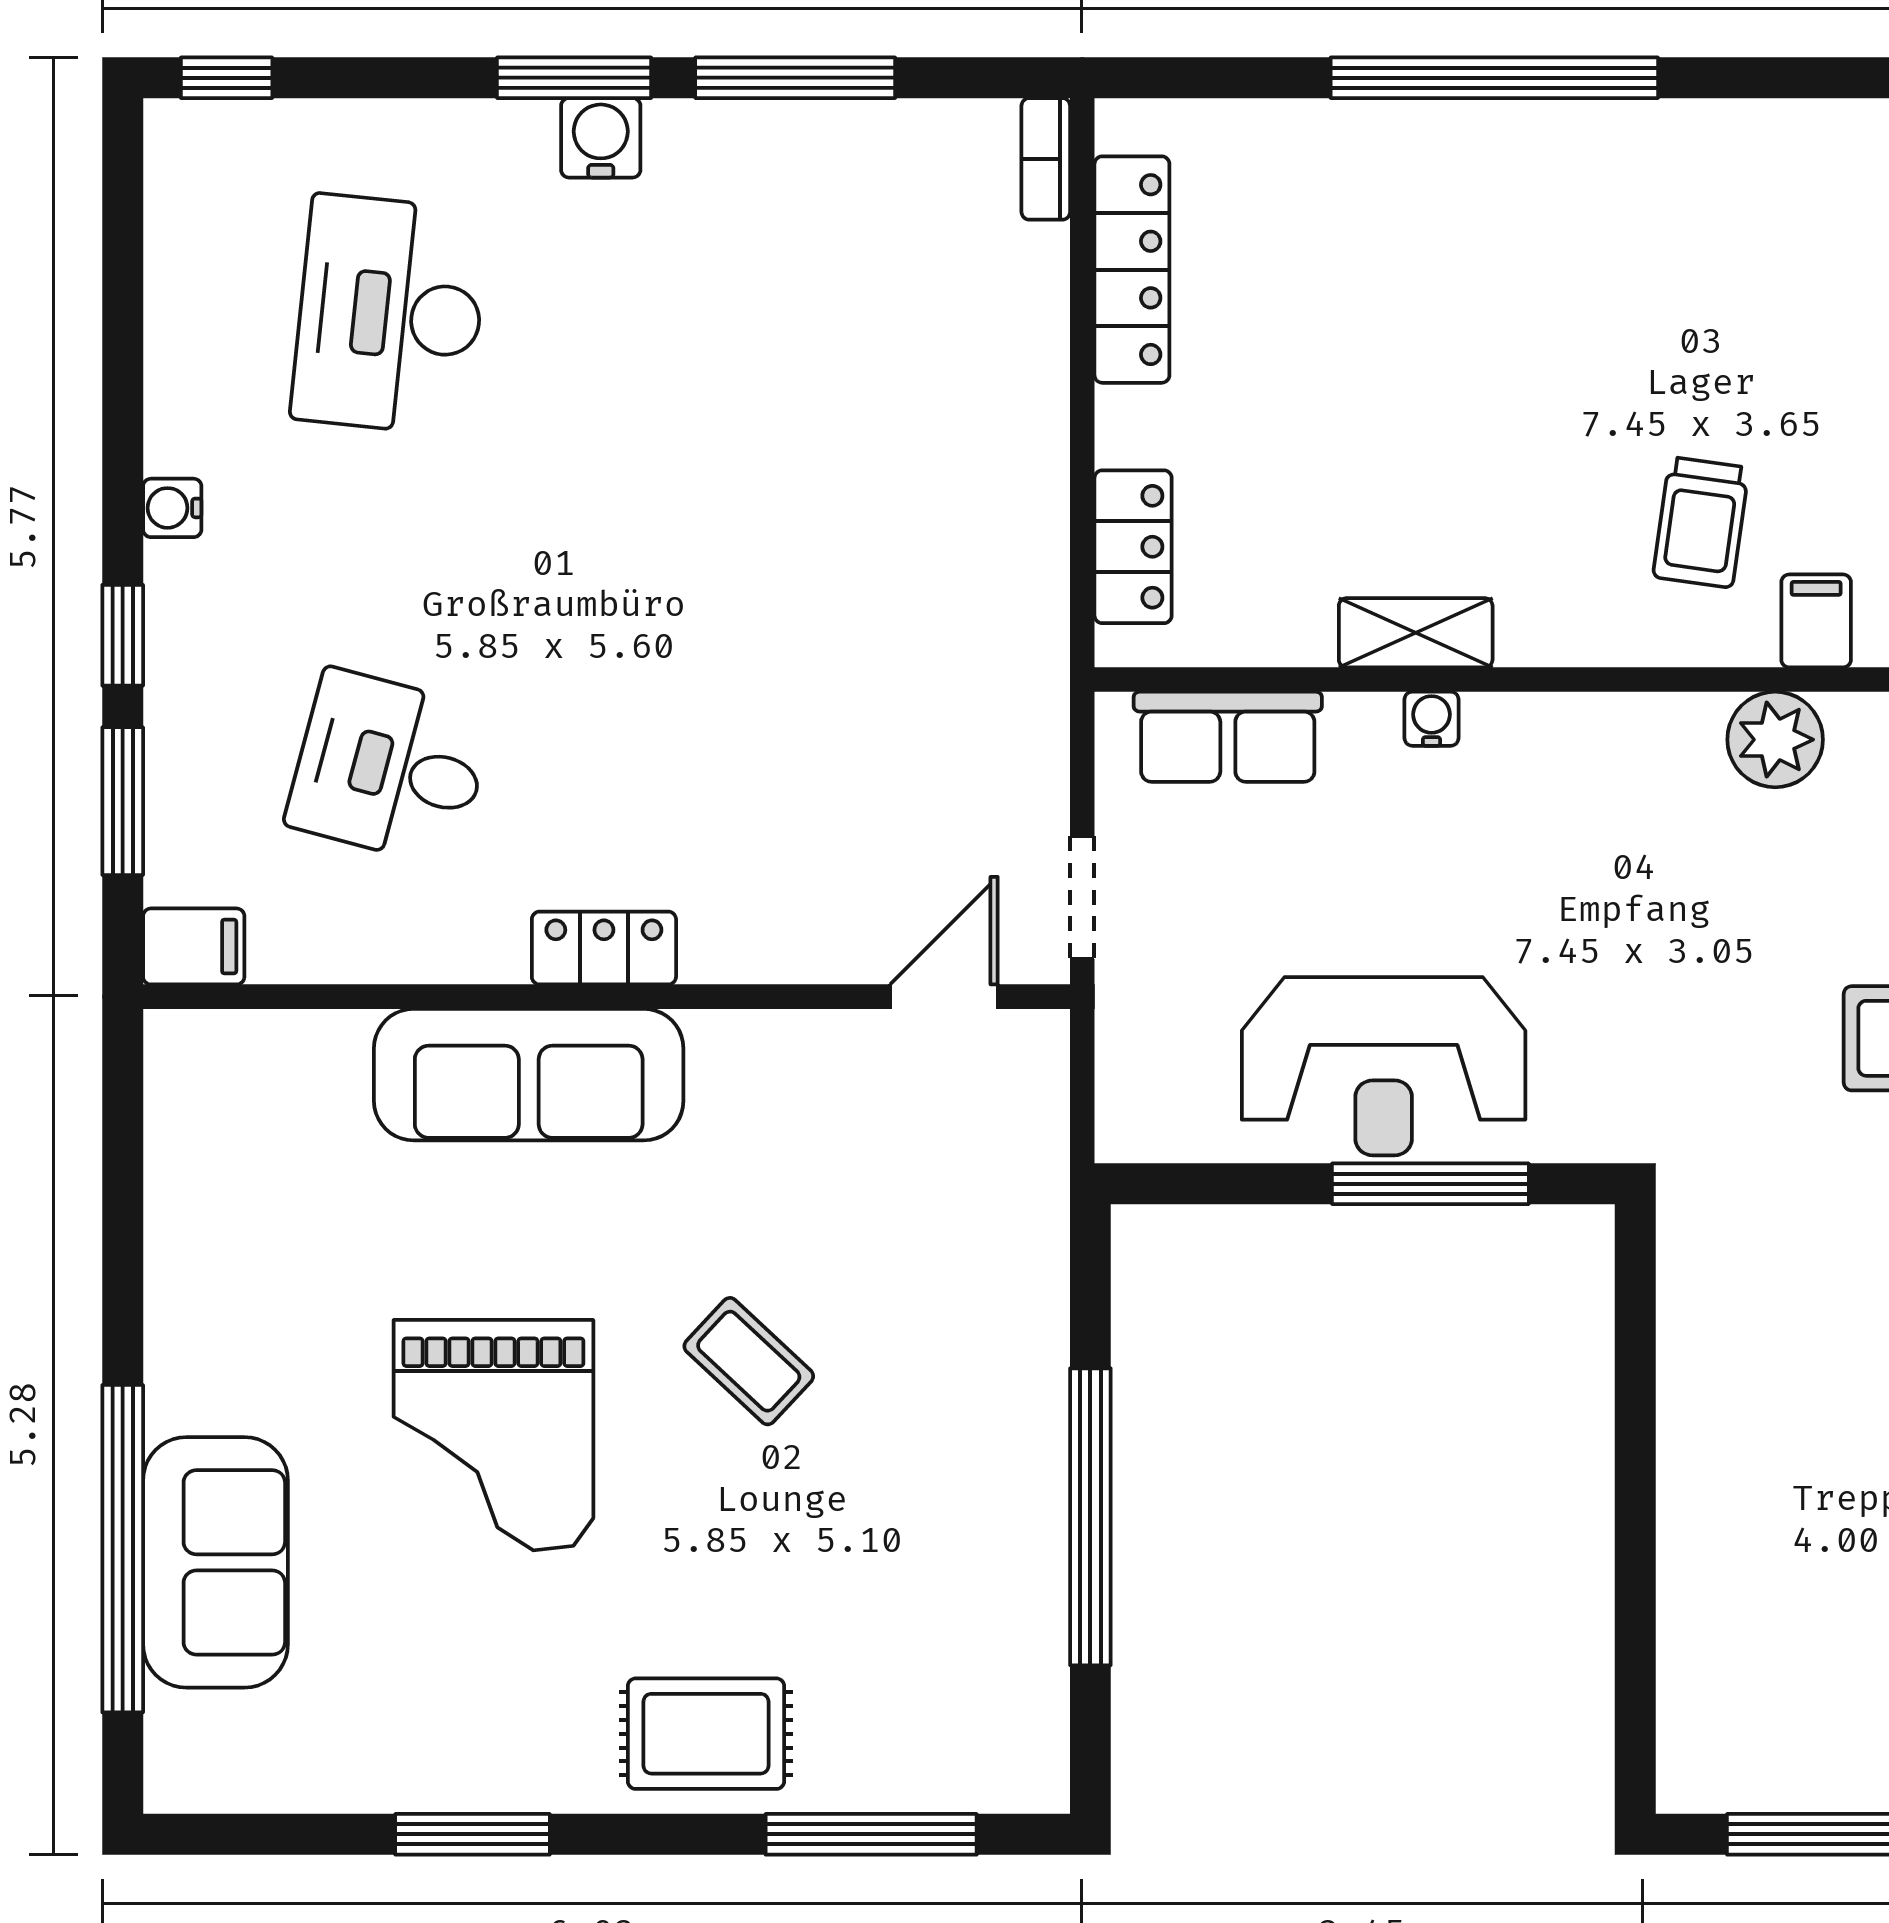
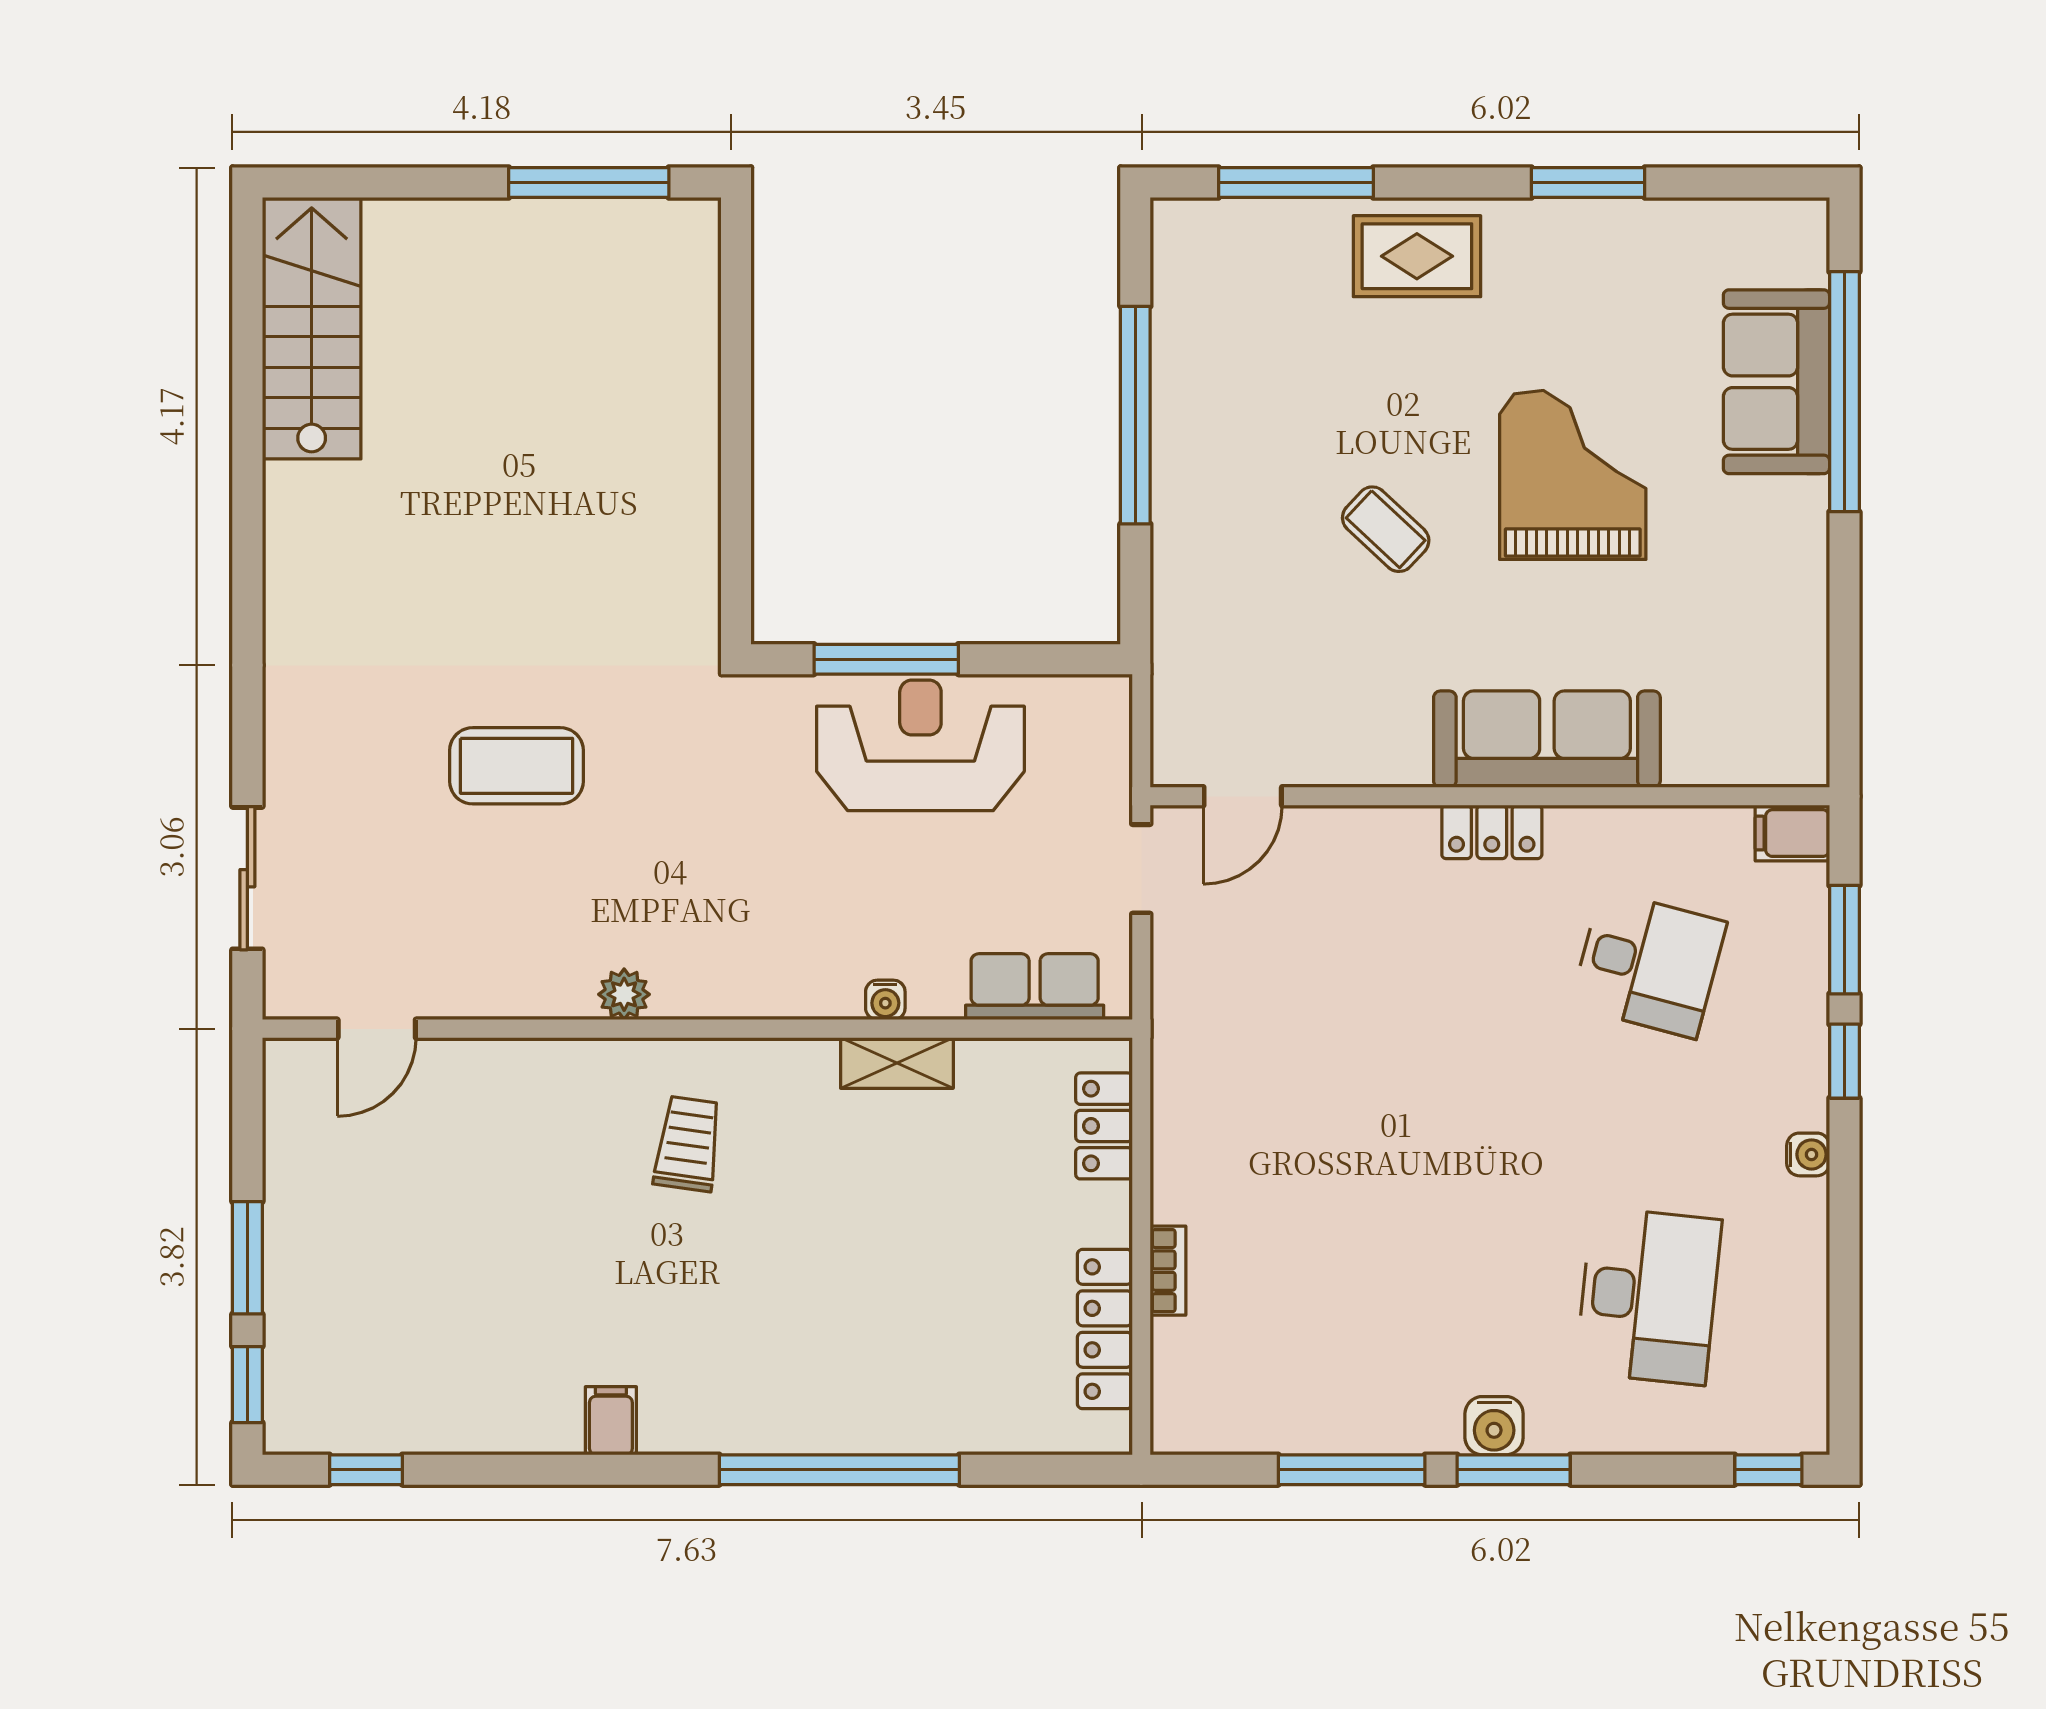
bookcase: (1046, 159) -> (1168, 1271), moved
filing cabinet: (1816, 621) -> (611, 1421), moved, turned 180
plant: (1775, 740) -> (624, 994), width x0.73, depth x0.73

